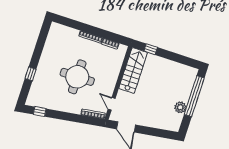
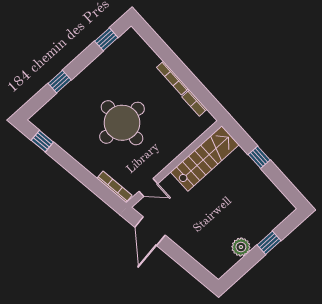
window: (43, 36) -> (106, 39), added
window: (151, 49) -> (259, 157), moved
window: (194, 96) -> (269, 243), width x0.32
door: (112, 104) -> (148, 187), swing flipped

